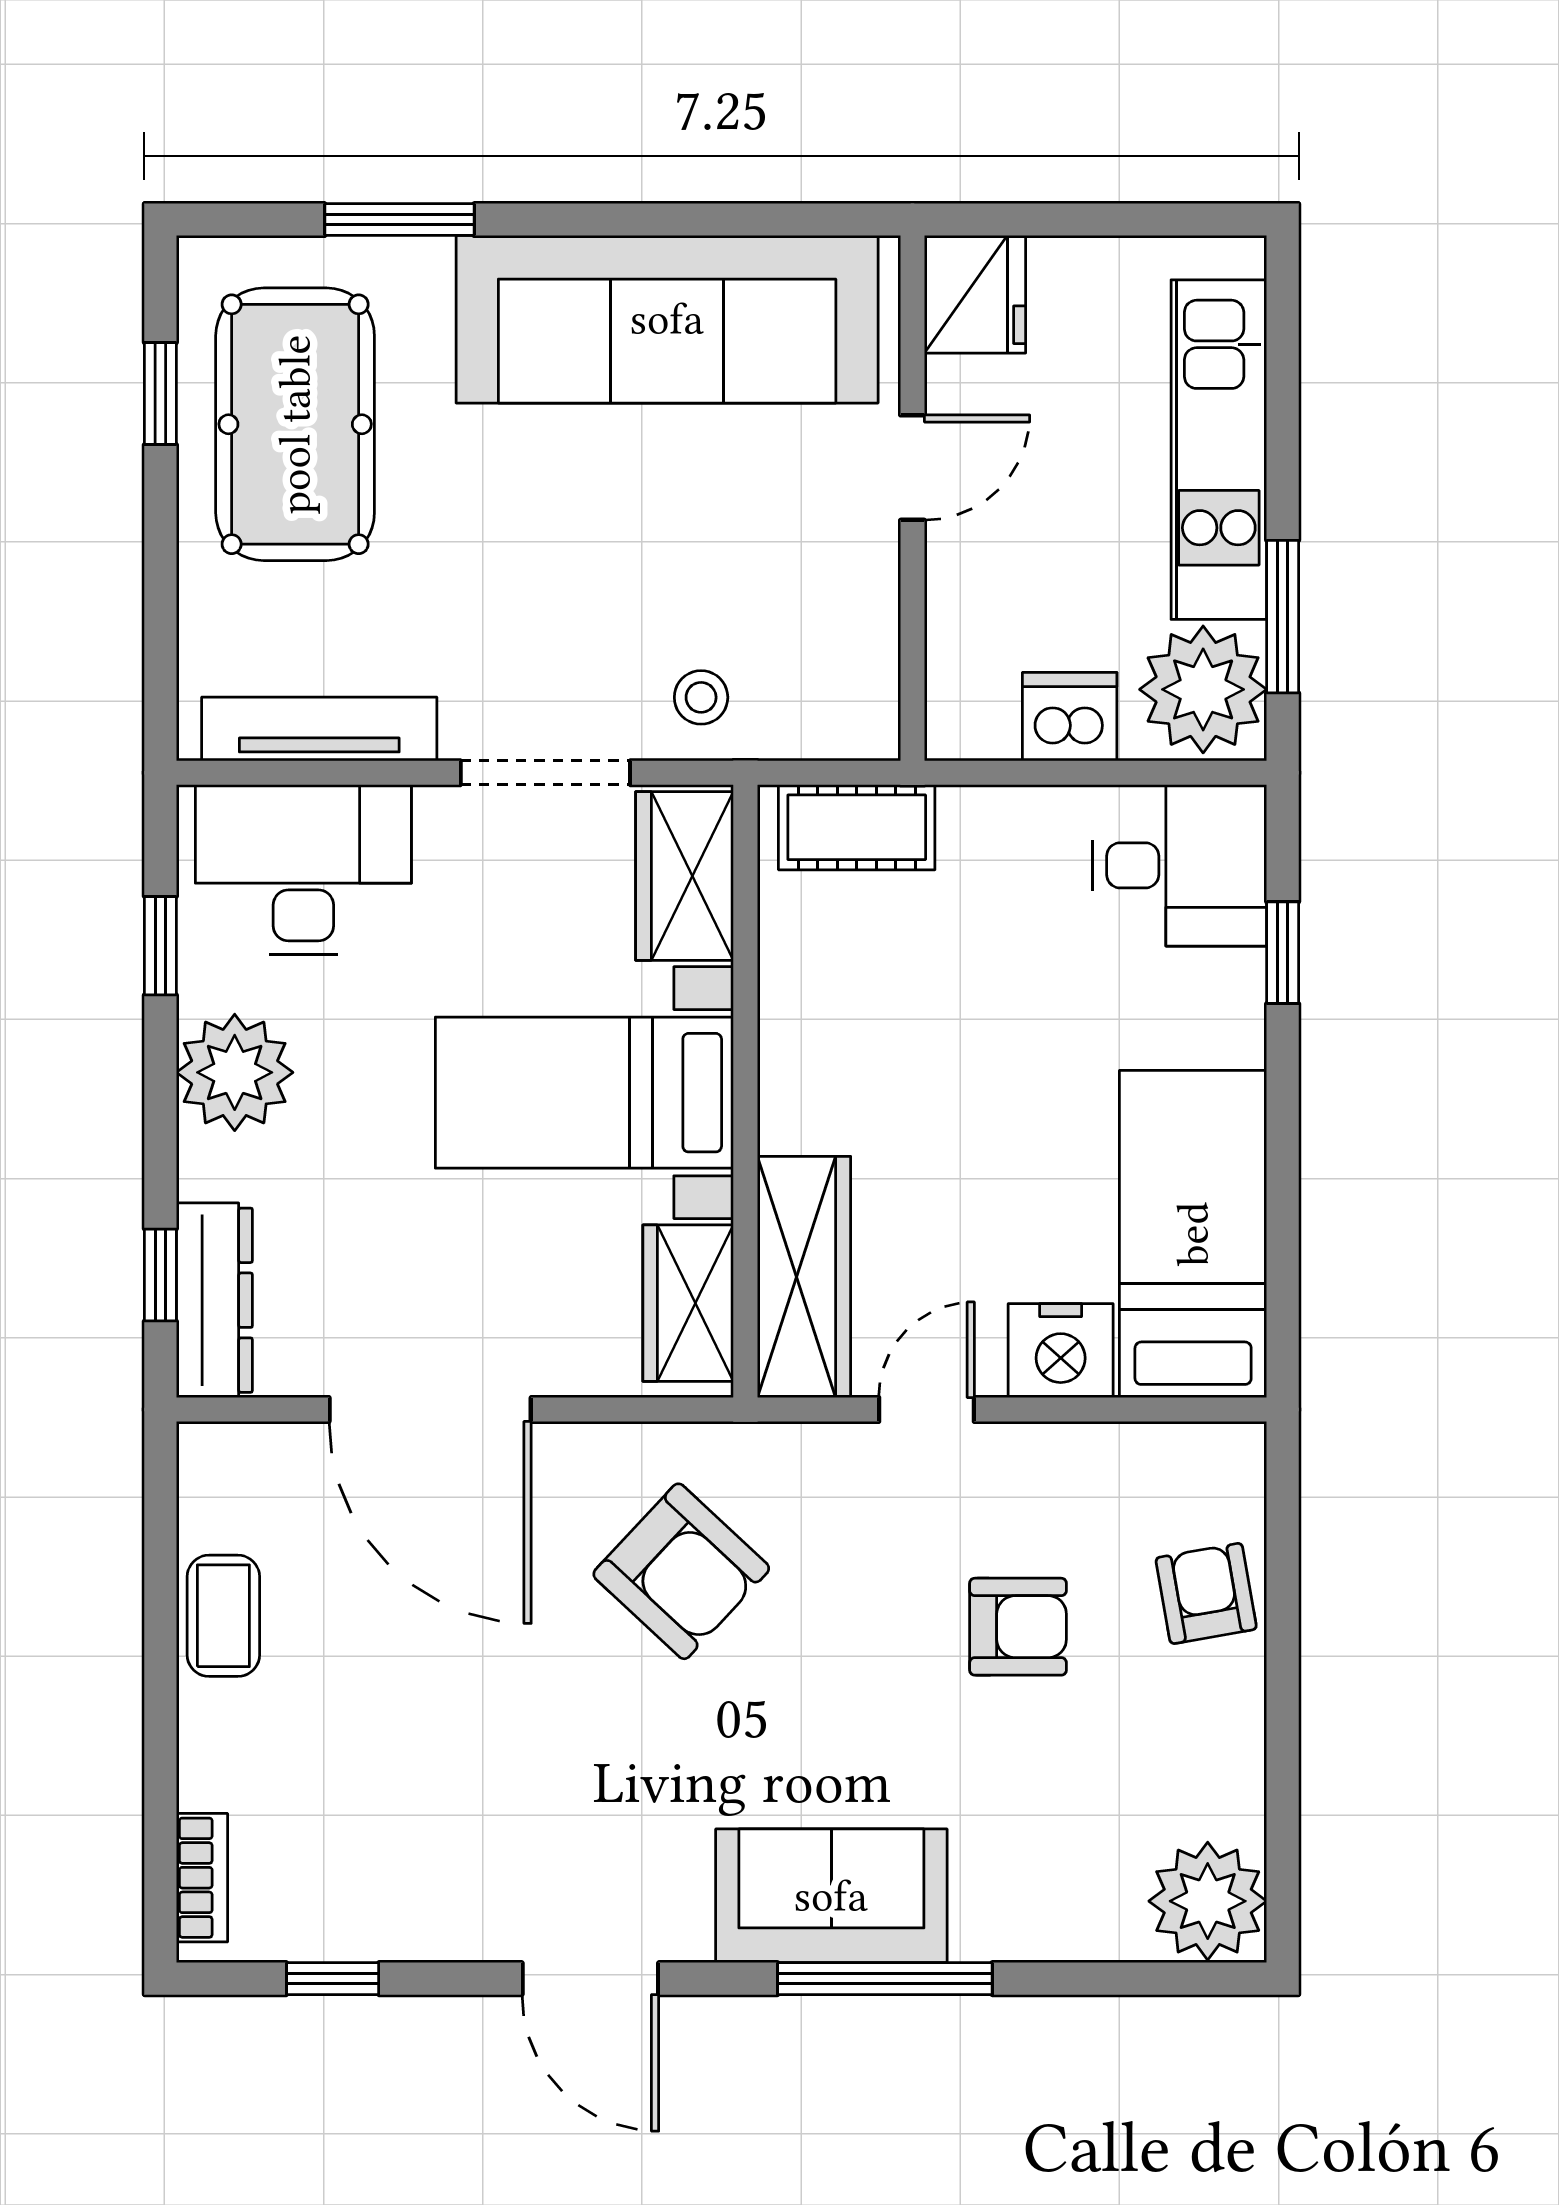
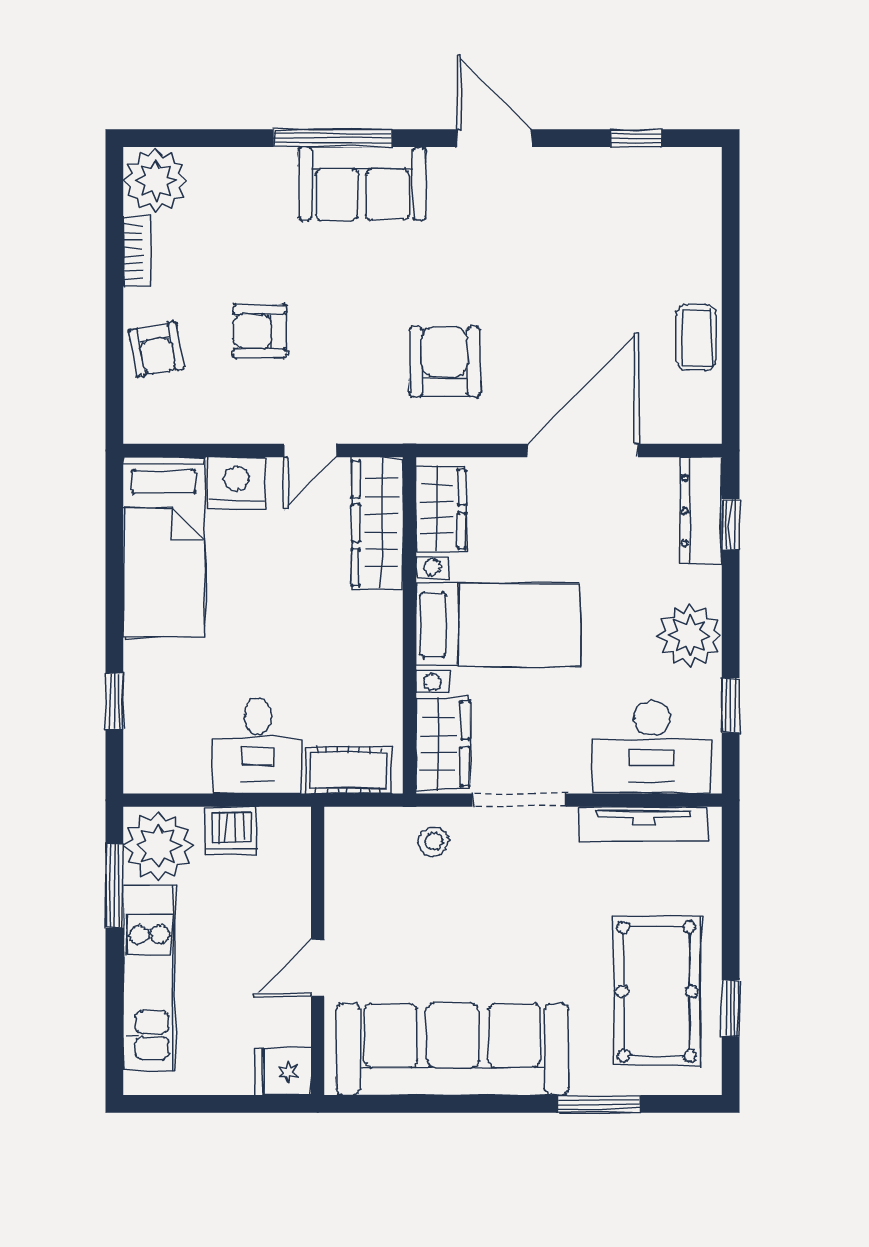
fridge: (975, 294) -> (283, 1072), width x0.72
desk: (1180, 865) -> (258, 746), moved, turned -90
door: (430, 1410) -> (583, 451), hinge flipped
armchair: (681, 1571) -> (445, 362), turned 47
bookcase: (202, 1878) -> (137, 252), moved, turned 180

